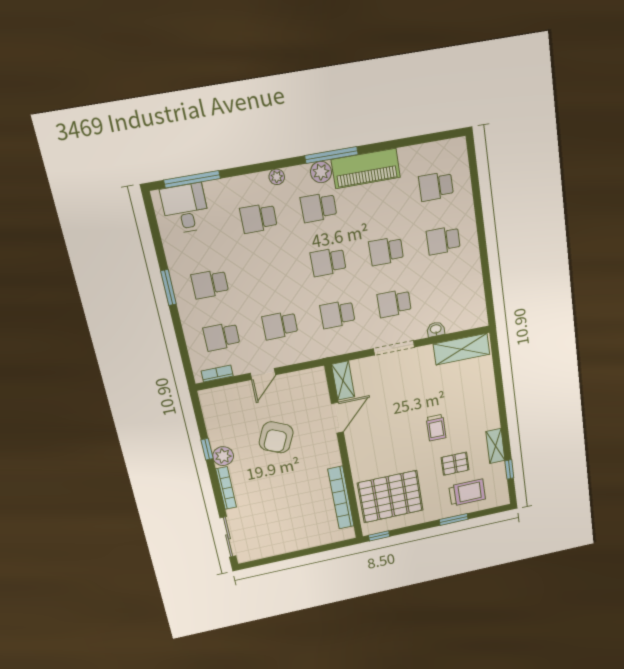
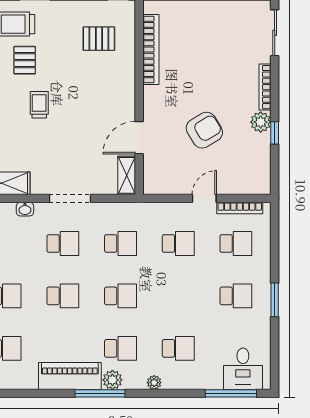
bookcase: (217, 373) -> (240, 208), width x1.56
armchair: (276, 437) -> (204, 130), turned 35
pallet: (455, 464) -> (25, 60), turned 90
pallet: (390, 497) -> (99, 39), width x0.49, depth x0.50

